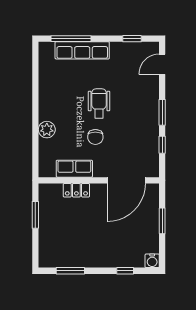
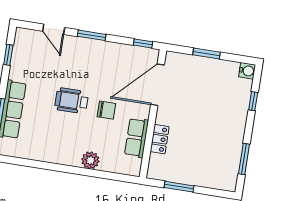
door: (162, 64) -> (54, 29), moved
window: (162, 145) -> (143, 43), moved
door: (126, 180) -> (157, 85), swing flipped

